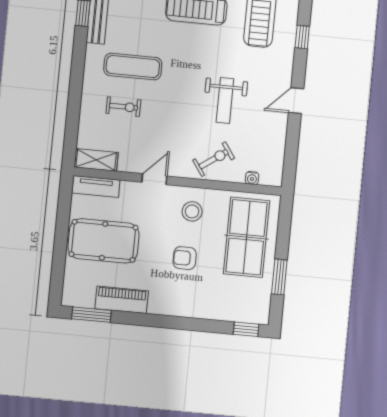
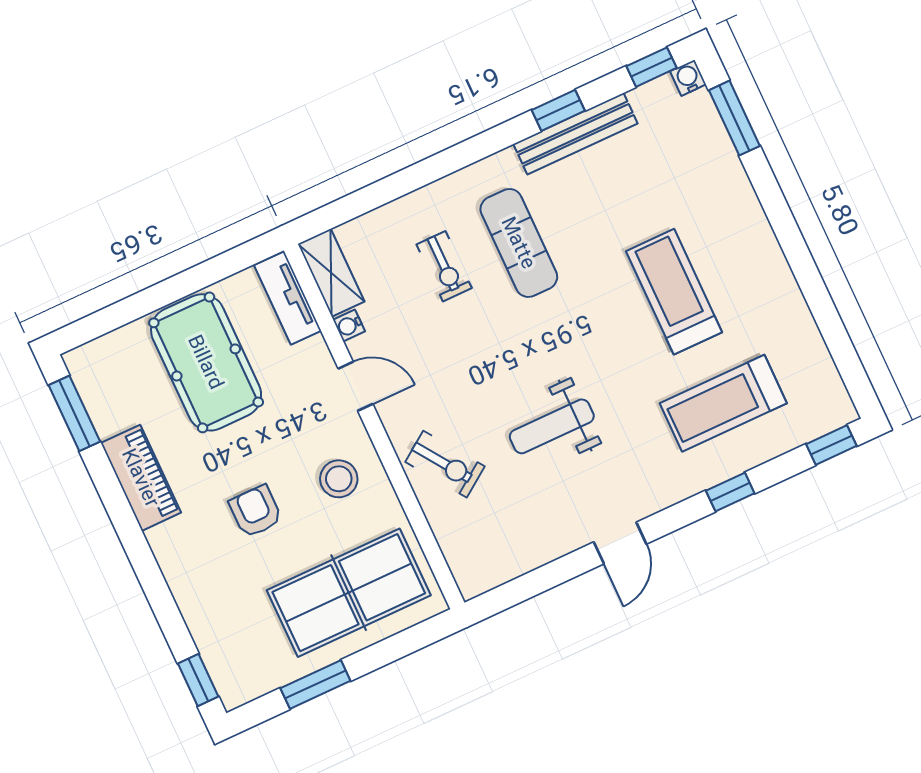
door: (296, 101) -> (620, 543), swing flipped
water cooler: (252, 178) -> (349, 326), moved
piano: (122, 300) -> (141, 478), moved

